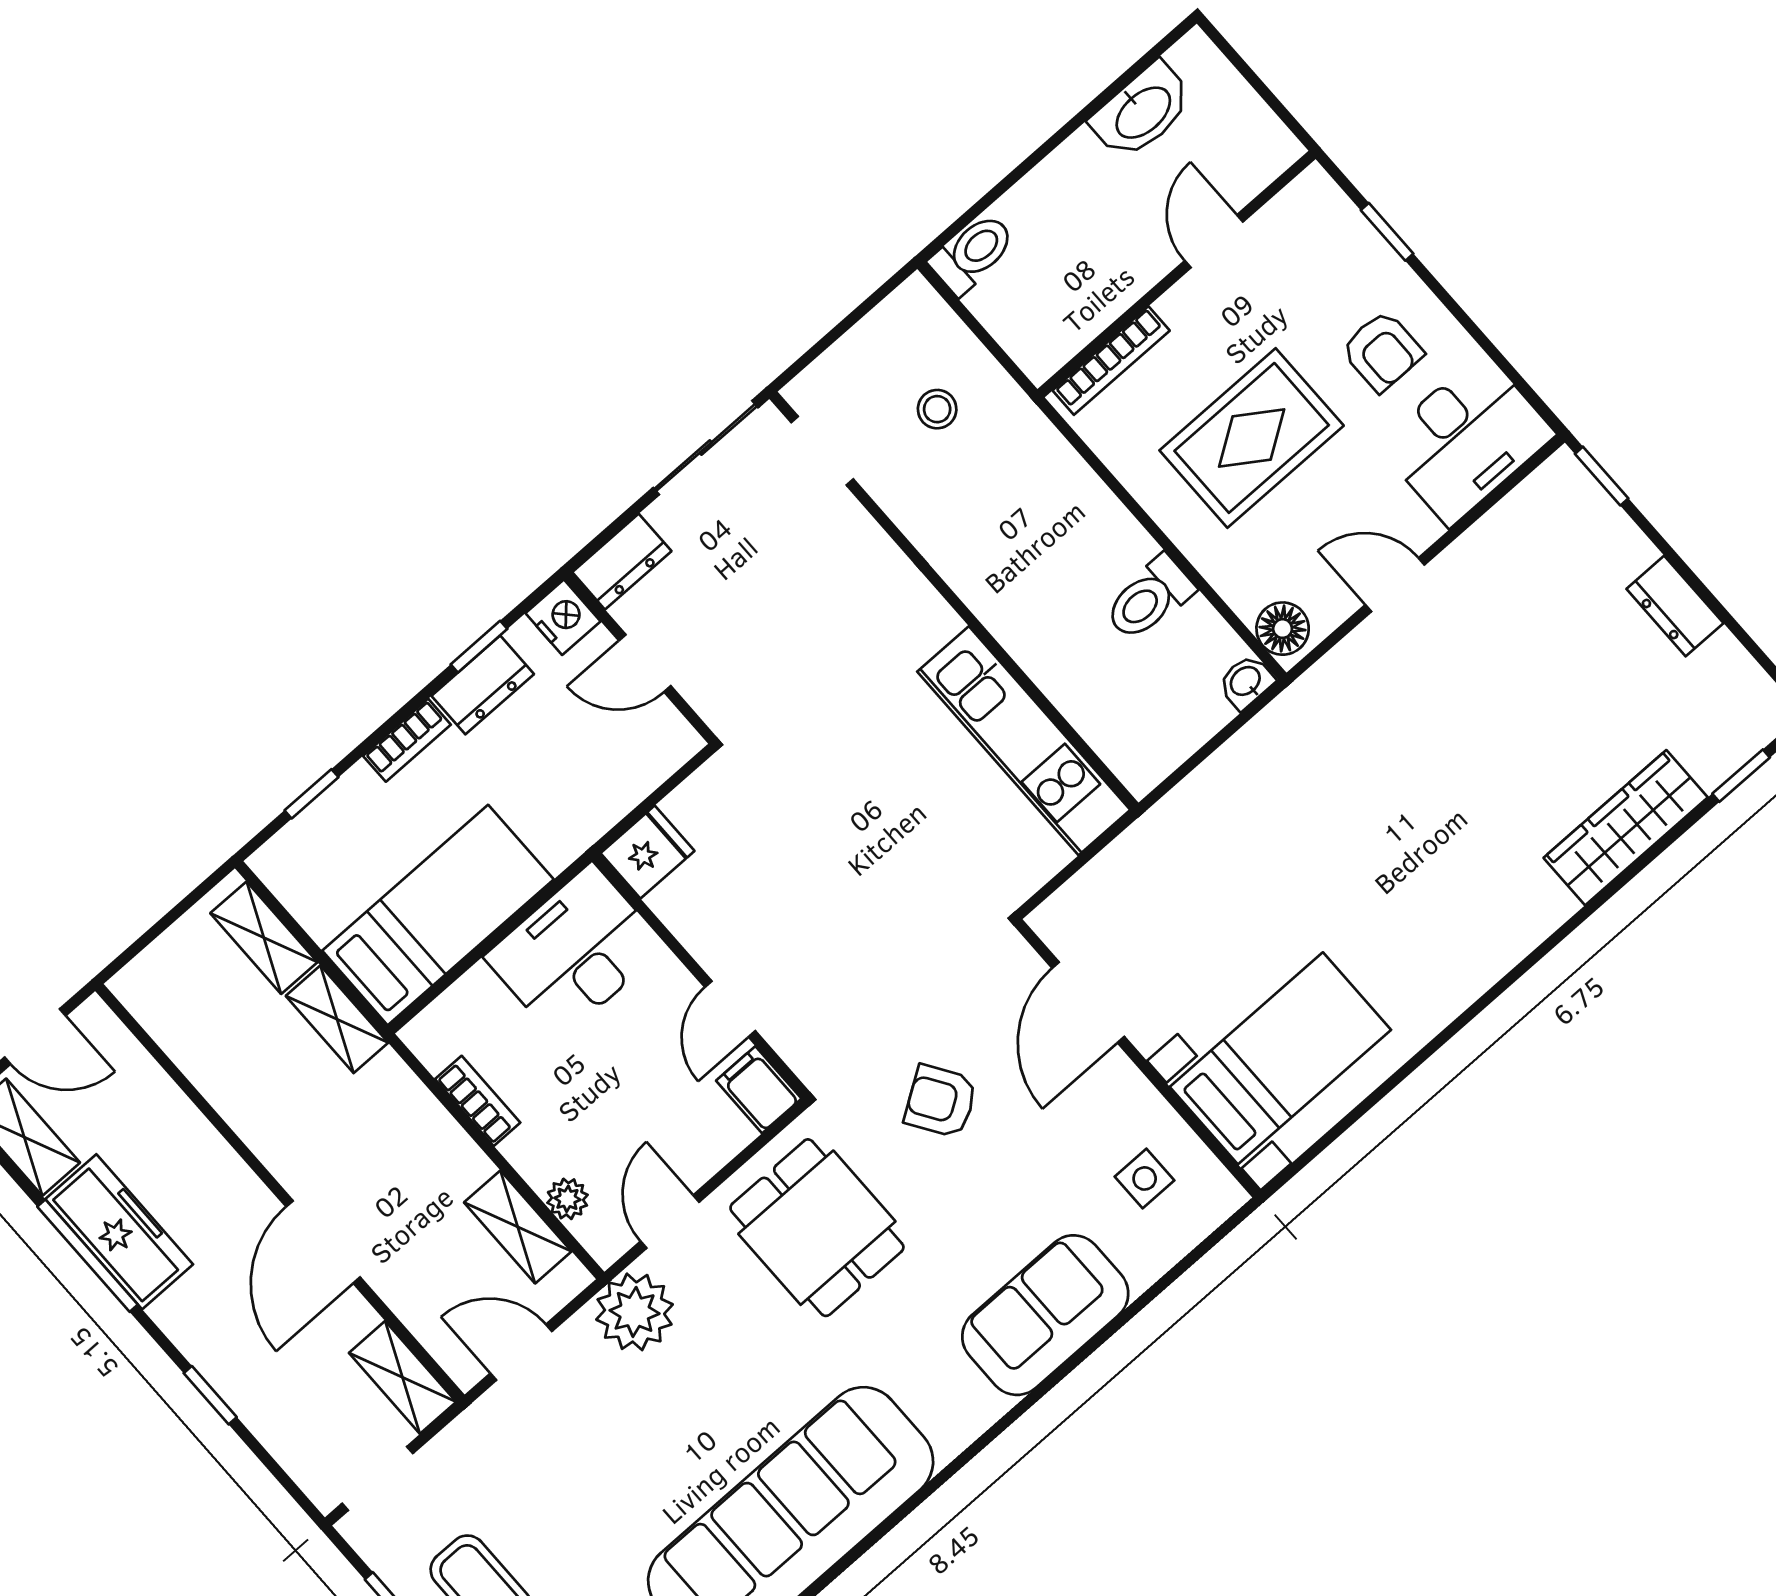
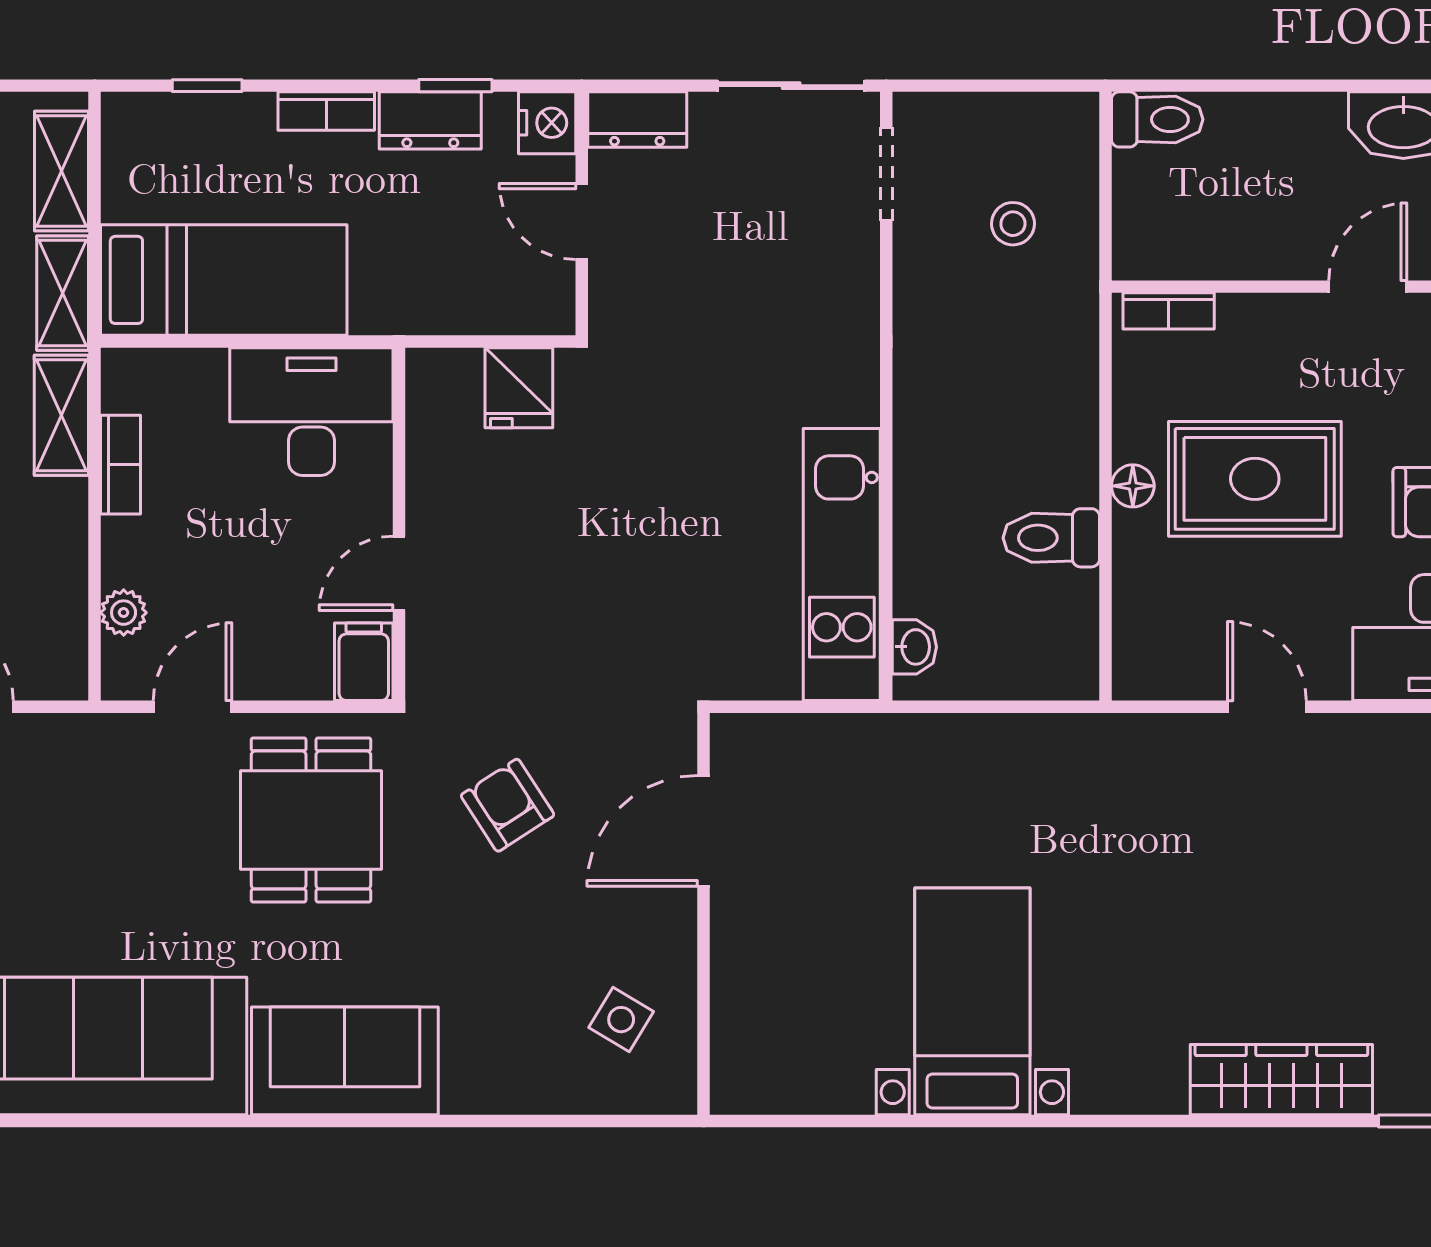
bookcase: (1111, 361) -> (1169, 311), width x0.64
floor lamp: (1283, 629) -> (1133, 486), moved, width x0.73, depth x0.73
washbasin: (1246, 682) -> (914, 647), moved, turned 90
fridge: (647, 852) -> (519, 388), moved, turned 90
bed with nightstands: (1280, 1058) -> (972, 1001), moved, turned -90
side table: (1145, 1178) -> (621, 1020), turned 31
shelving: (518, 1227) -> (61, 415), moved
plant: (635, 1312) -> (97, 756), removed
sofa: (1045, 1315) -> (345, 1061), moved

